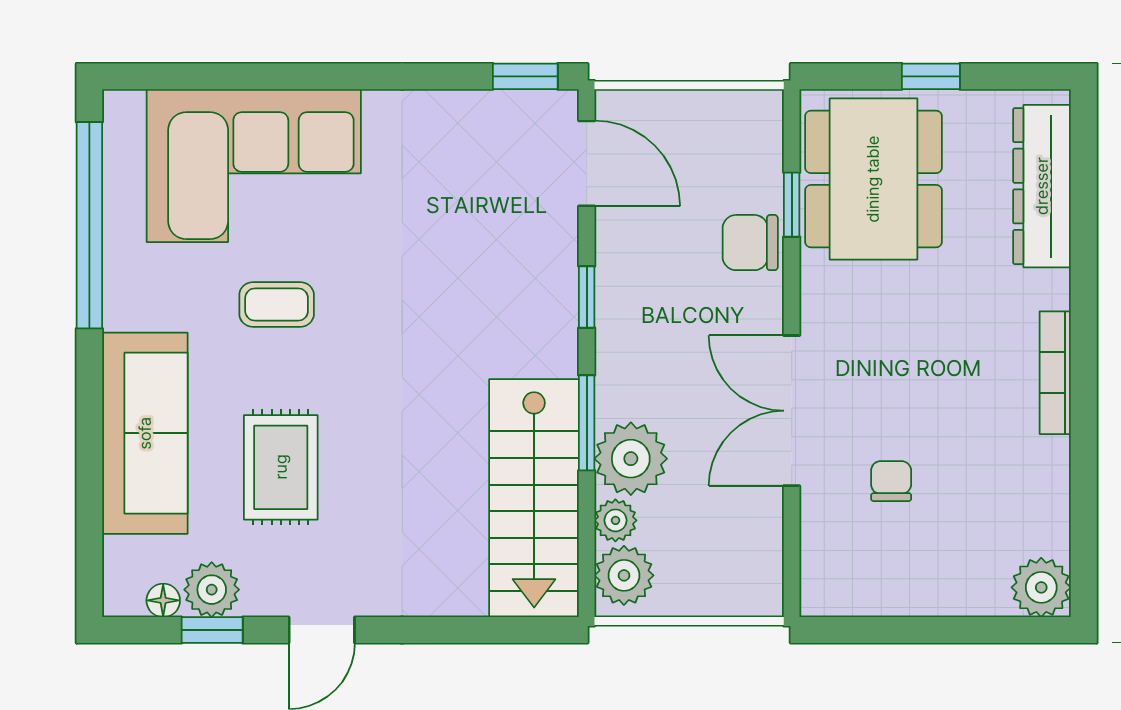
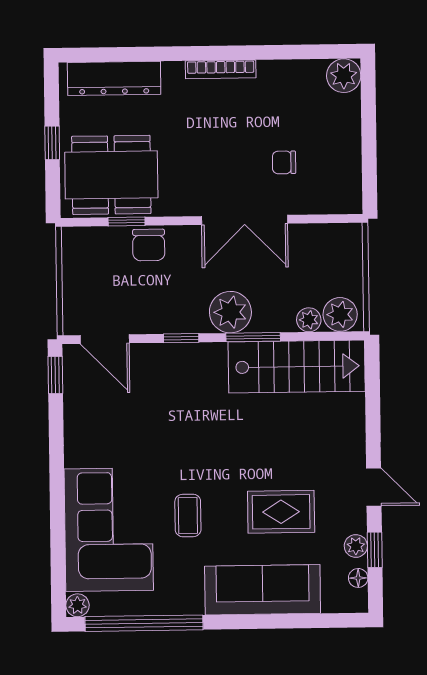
plant: (122, 109) -> (77, 605), added
door: (587, 163) -> (105, 339), swing flipped
plant: (631, 459) -> (230, 312), moved
plant: (212, 590) -> (356, 546), width x0.73, depth x0.73

